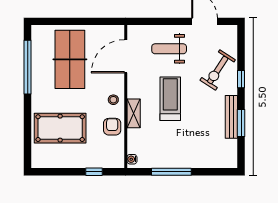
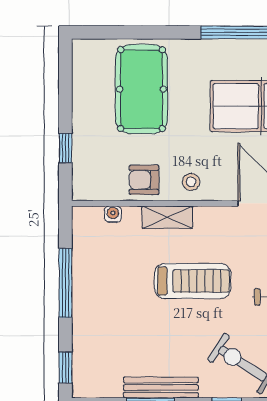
armchair: (112, 127) -> (144, 180), turned 180
water cooler: (132, 159) -> (113, 214), moved
window: (220, 172) -> (65, 368), added

